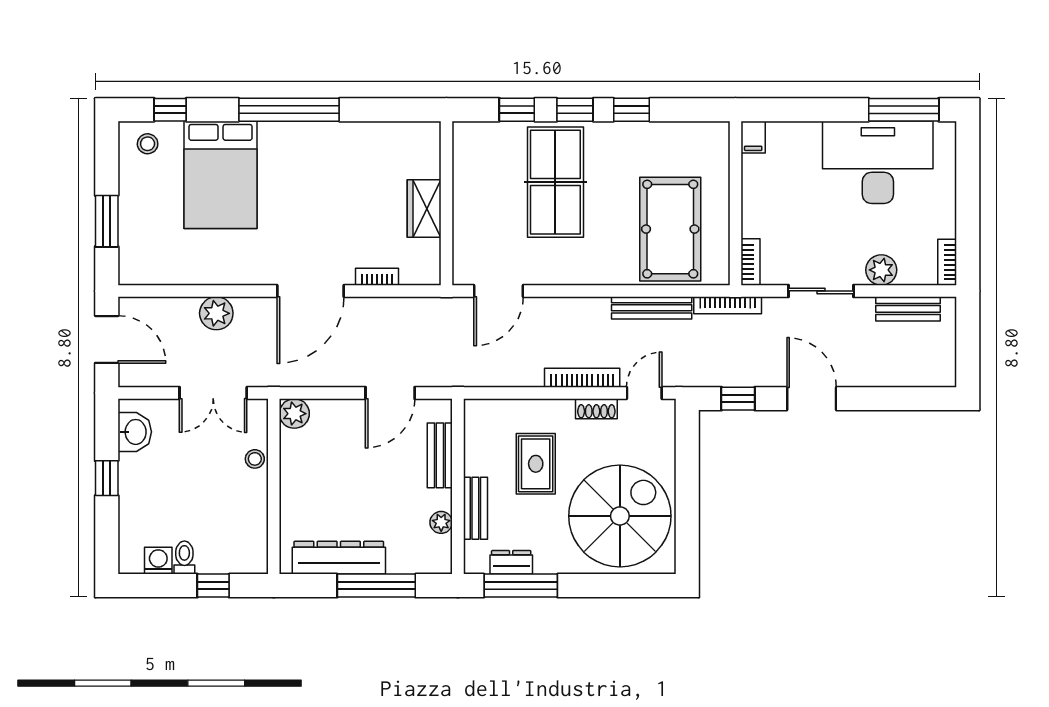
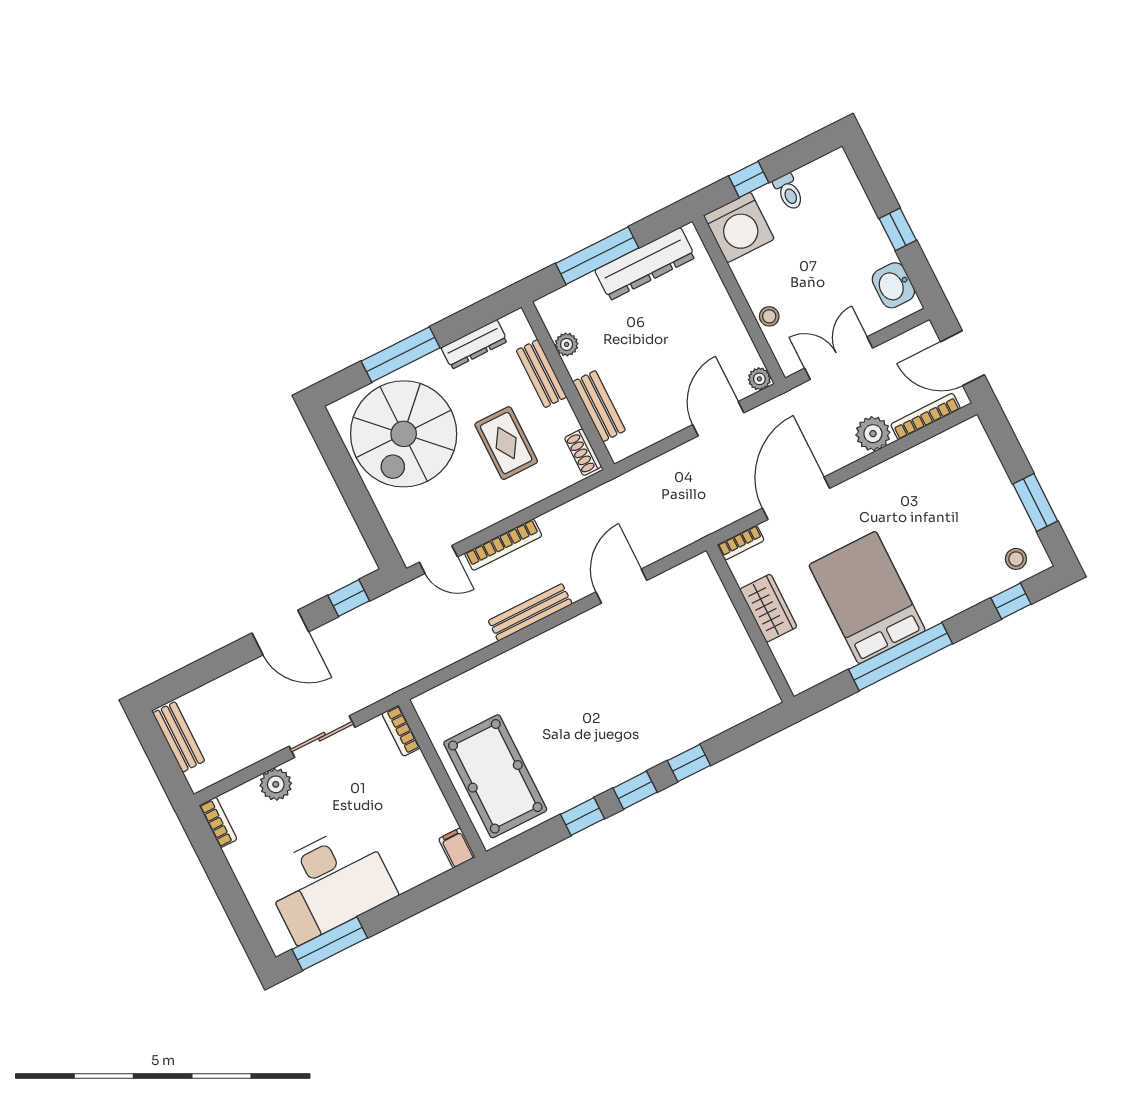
bed: (221, 175) -> (867, 598), moved
table tennis table: (555, 182) -> (619, 714), removed
wall: (447, 203) -> (750, 624), moved
wardrobe: (424, 209) -> (768, 608), moved
window: (107, 221) -> (1035, 503), moved
pool table: (670, 229) -> (495, 776), moved
bookcase: (728, 305) -> (926, 416), moved
bench: (652, 308) -> (530, 612), moved
bench: (908, 309) -> (179, 737), moved, turned 90
door: (390, 393) -> (718, 419), moved
door: (644, 393) -> (438, 559), hinge flipped
shoe rack: (596, 409) -> (583, 452), moved, turned -90
plant: (294, 414) -> (759, 379), width x0.73, depth x0.73
washing machine: (158, 561) -> (739, 227), moved, width x1.89, depth x1.89
dresser: (511, 562) -> (474, 344), width x1.44
window: (521, 586) -> (401, 354), moved

